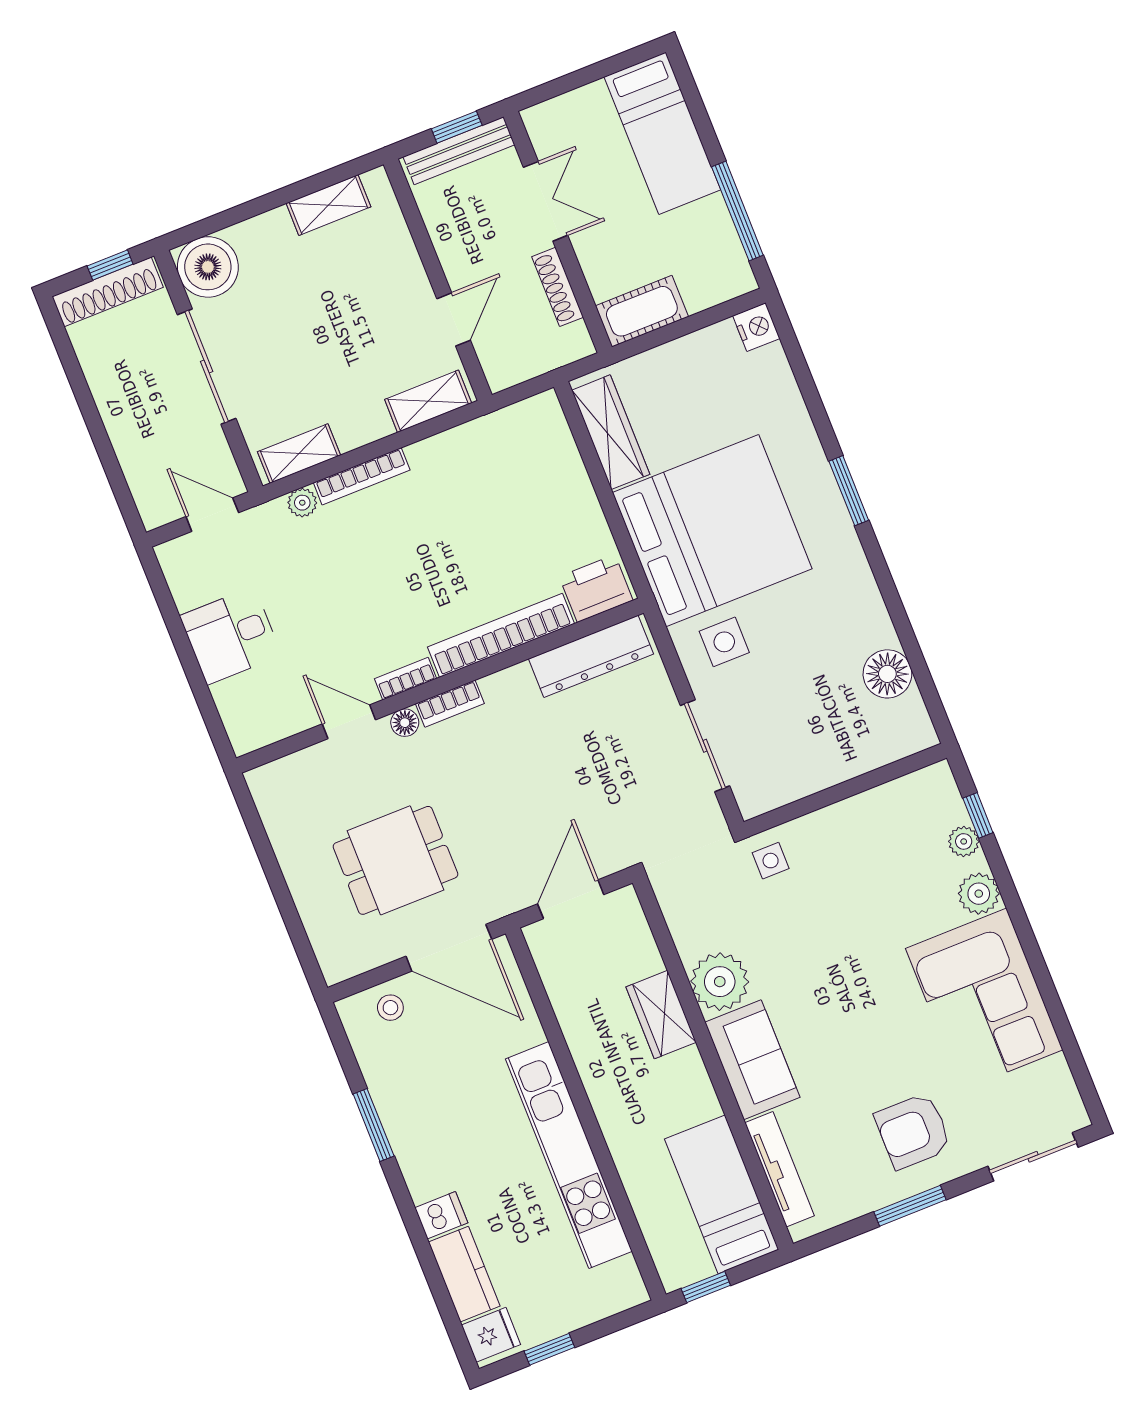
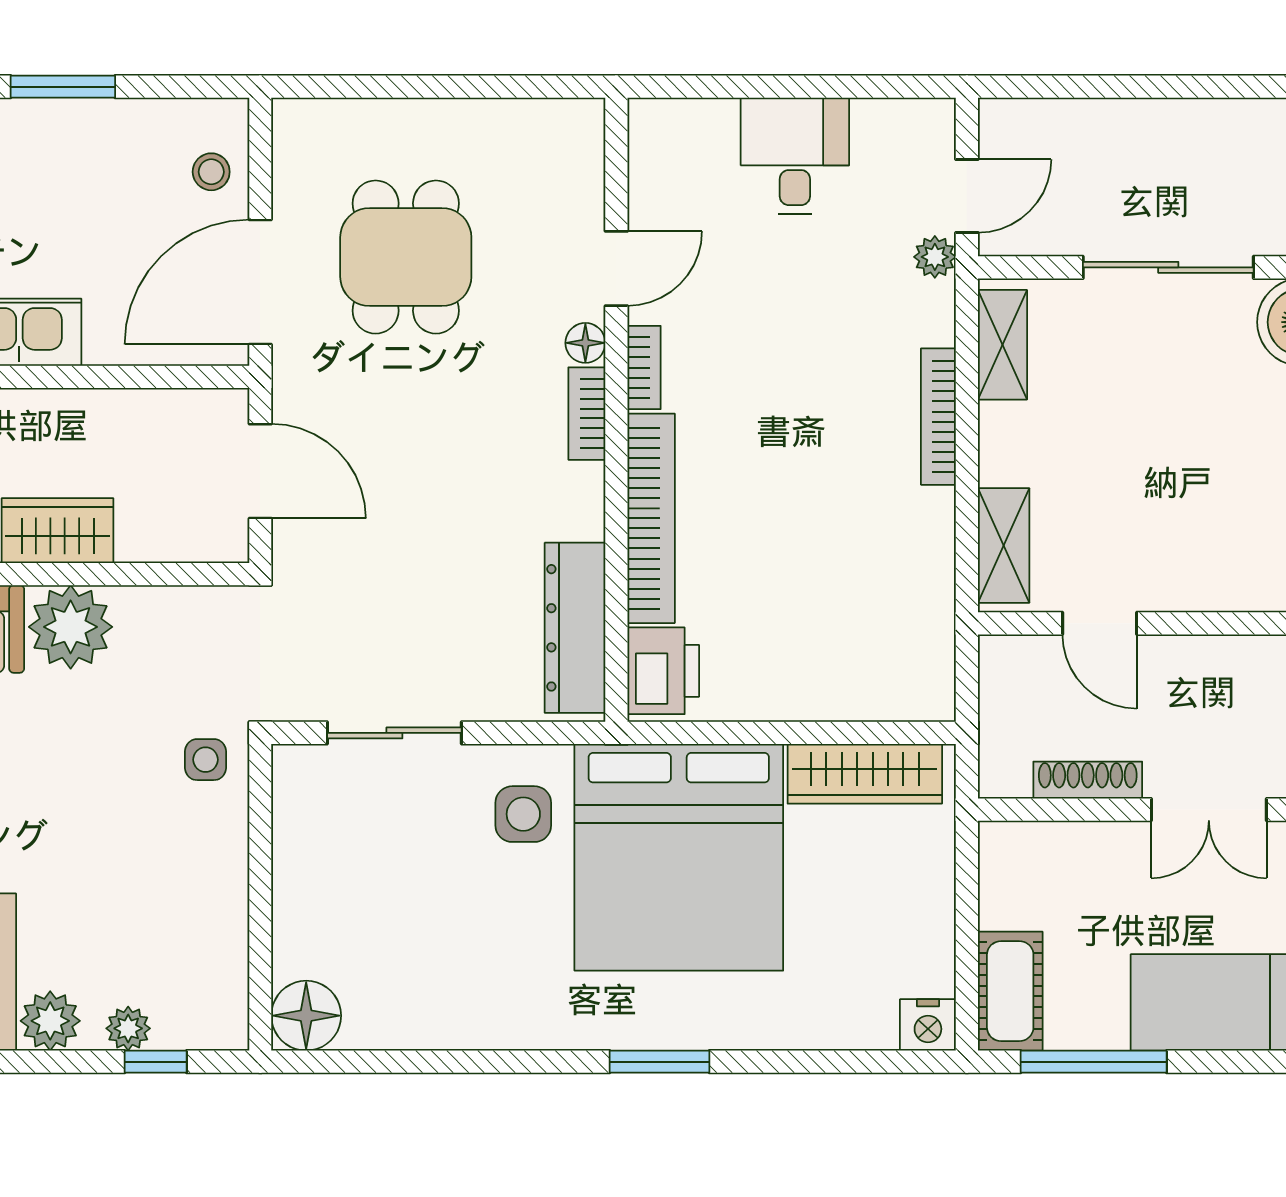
cot: (642, 311) -> (1010, 991), moved
plant: (302, 503) -> (935, 257), moved
floor lamp: (887, 674) -> (306, 1016), moved

